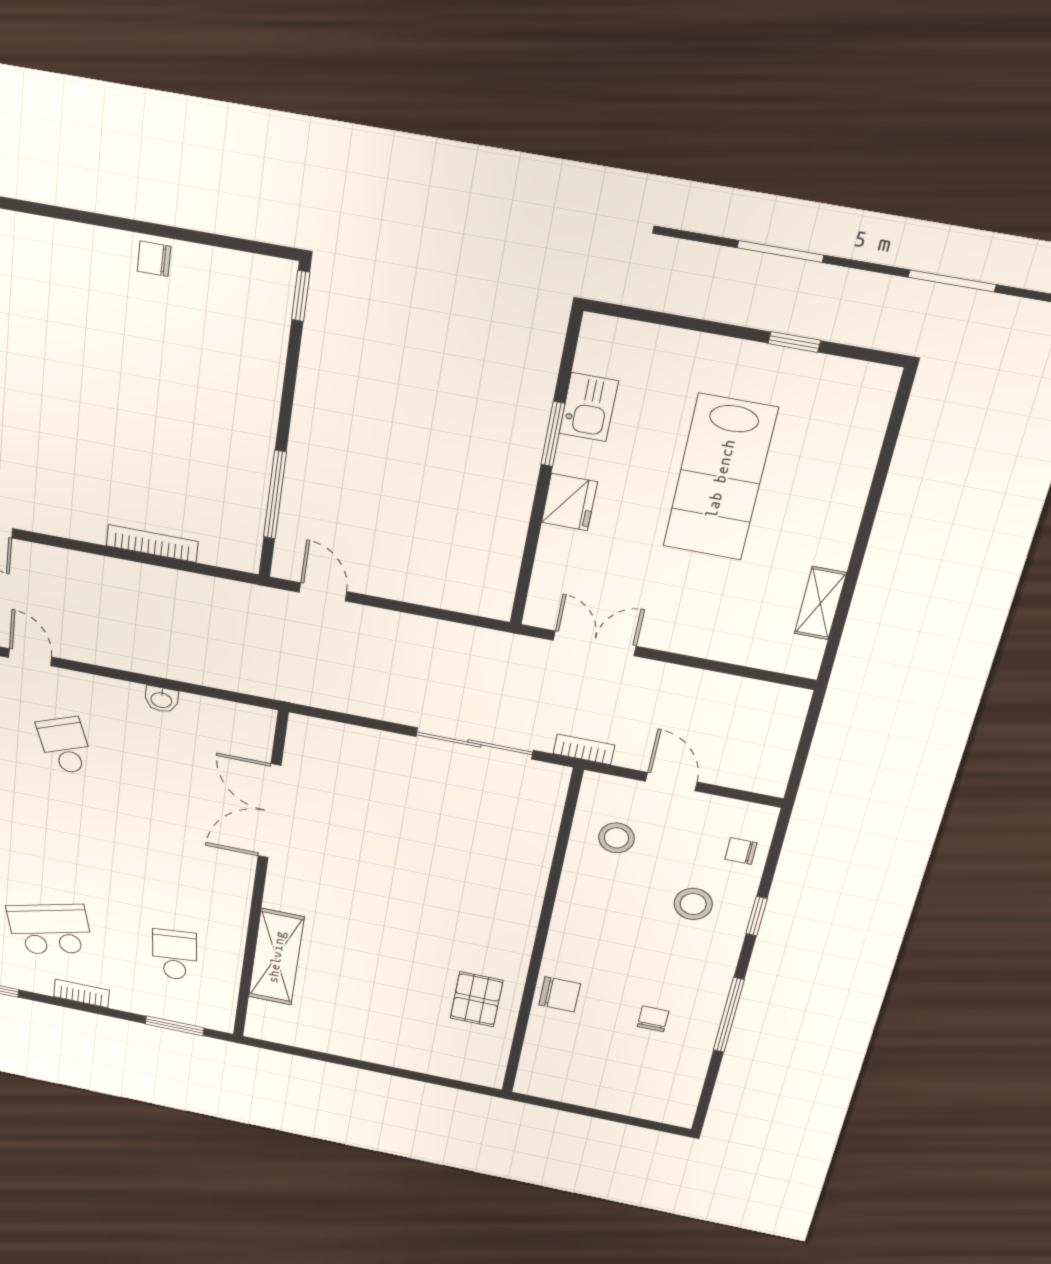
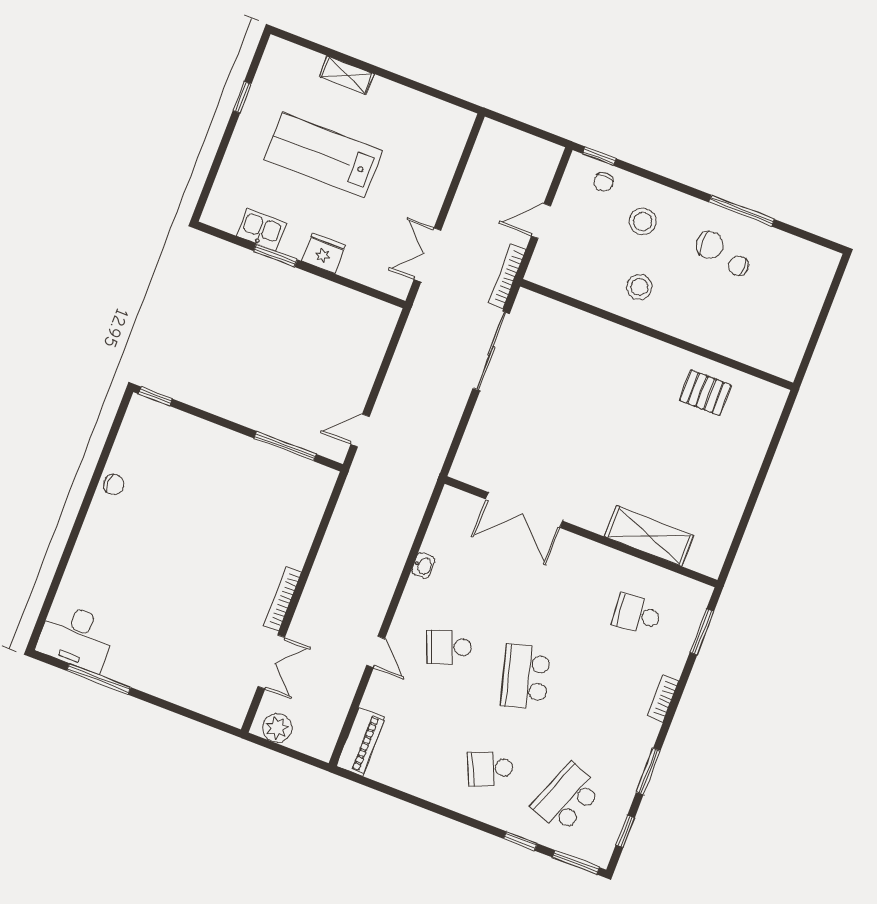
chair: (154, 259) -> (114, 485), turned -90
lab bench: (720, 478) -> (323, 155), turned 180
bookcase: (152, 544) -> (283, 599), moved
shelving: (820, 603) -> (347, 75), moved
door: (30, 657) -> (376, 652), swing flipped
bookcase: (584, 749) -> (507, 276), width x1.56
stool: (617, 838) -> (639, 287), moved
window: (756, 916) -> (599, 156), moved
school desk: (50, 929) -> (525, 677), moved
chair: (560, 994) -> (710, 245), moved, turned 90

